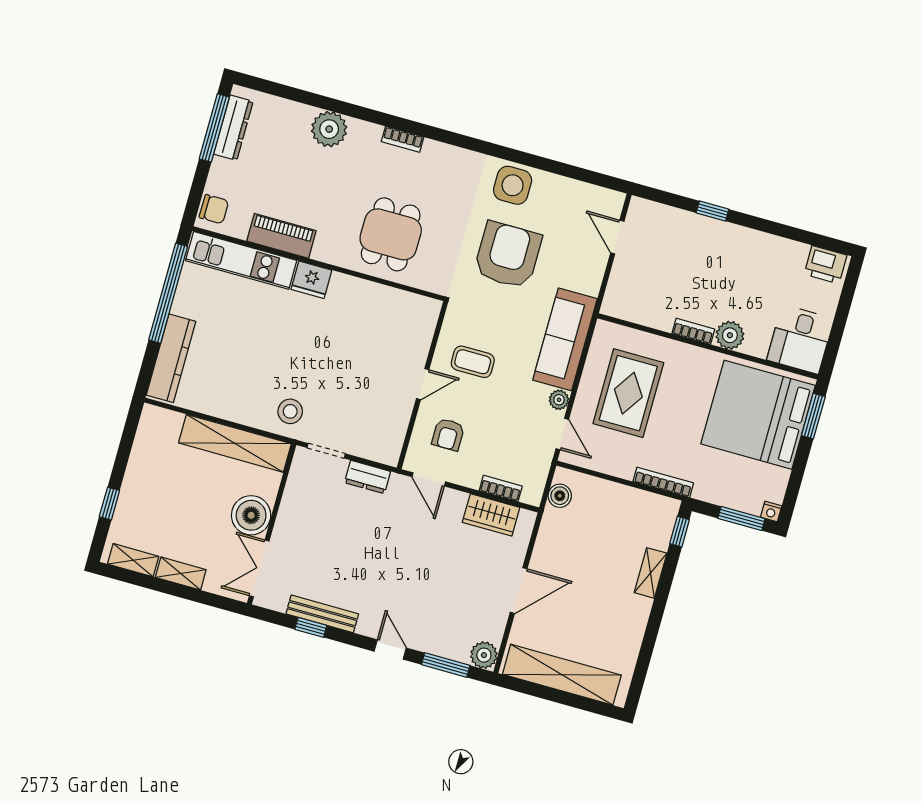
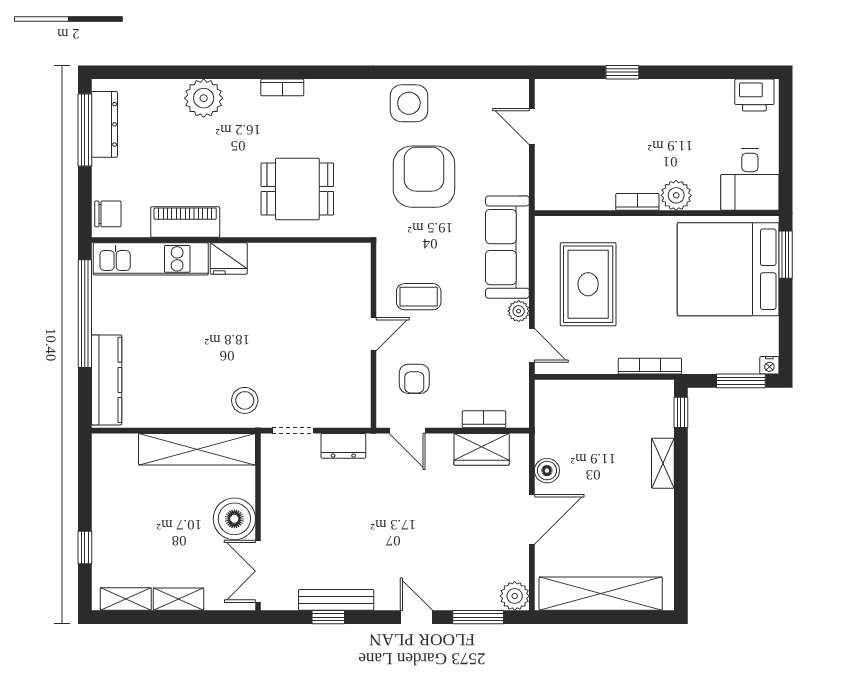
dining table: (391, 234) -> (297, 189), turned 90
boiler: (560, 496) -> (547, 471), moved

